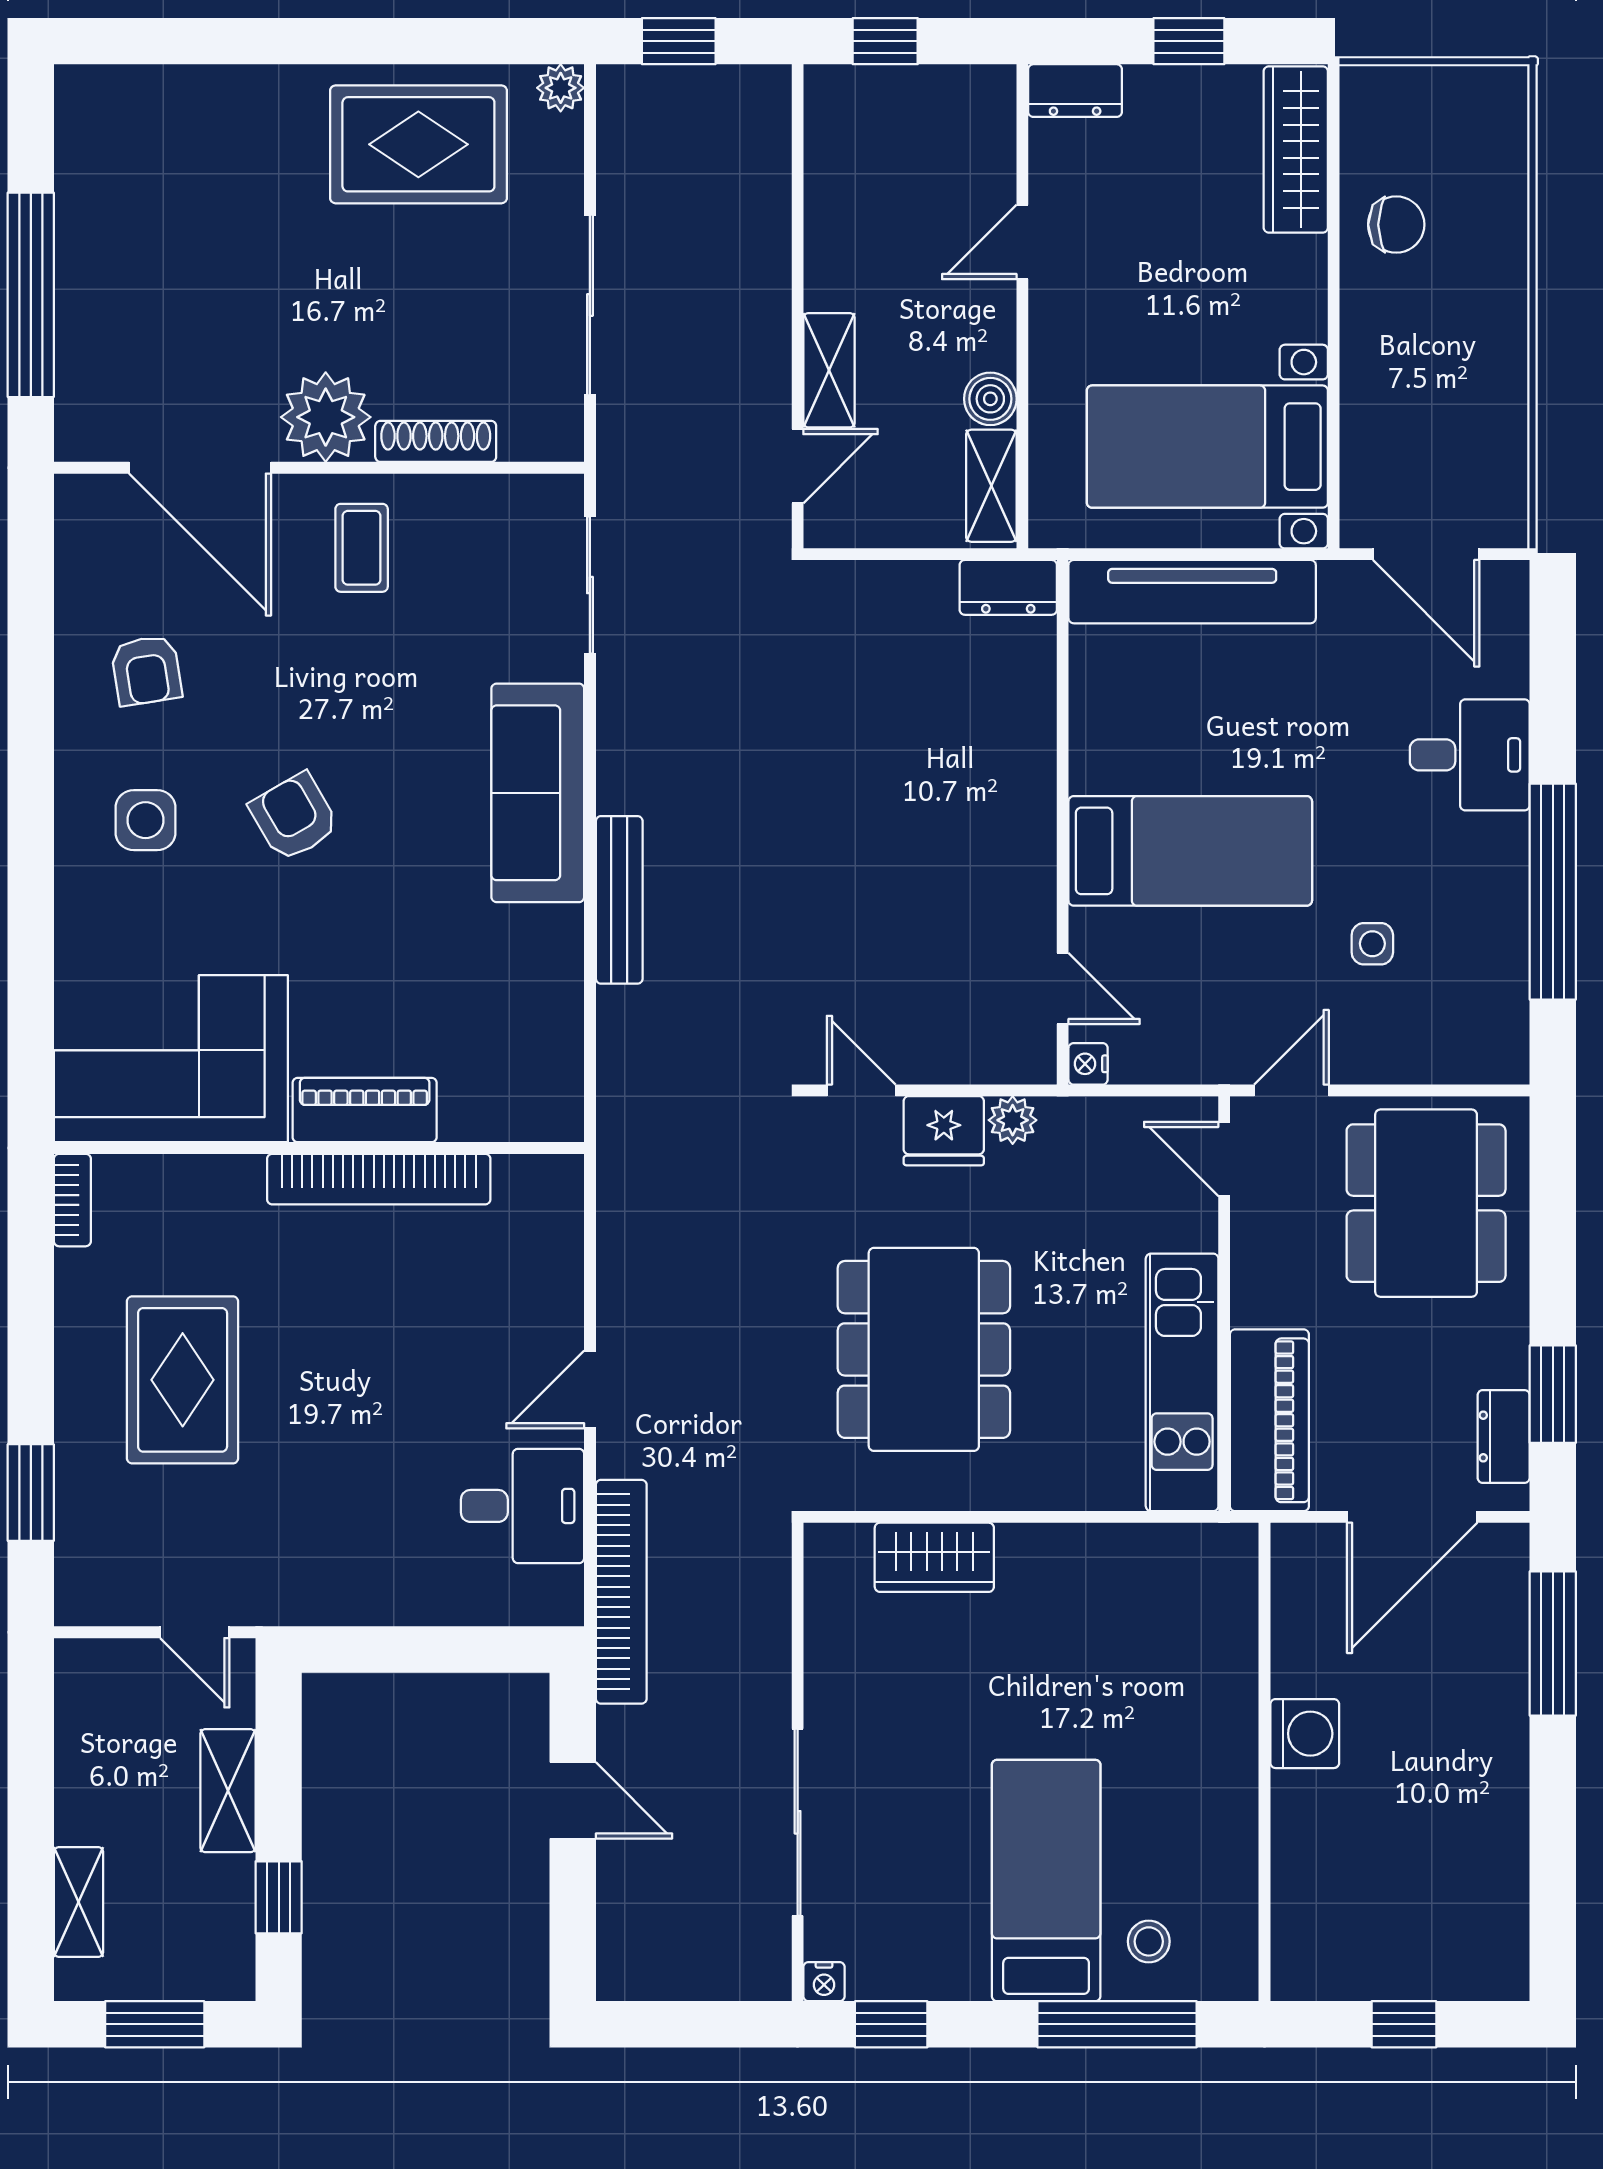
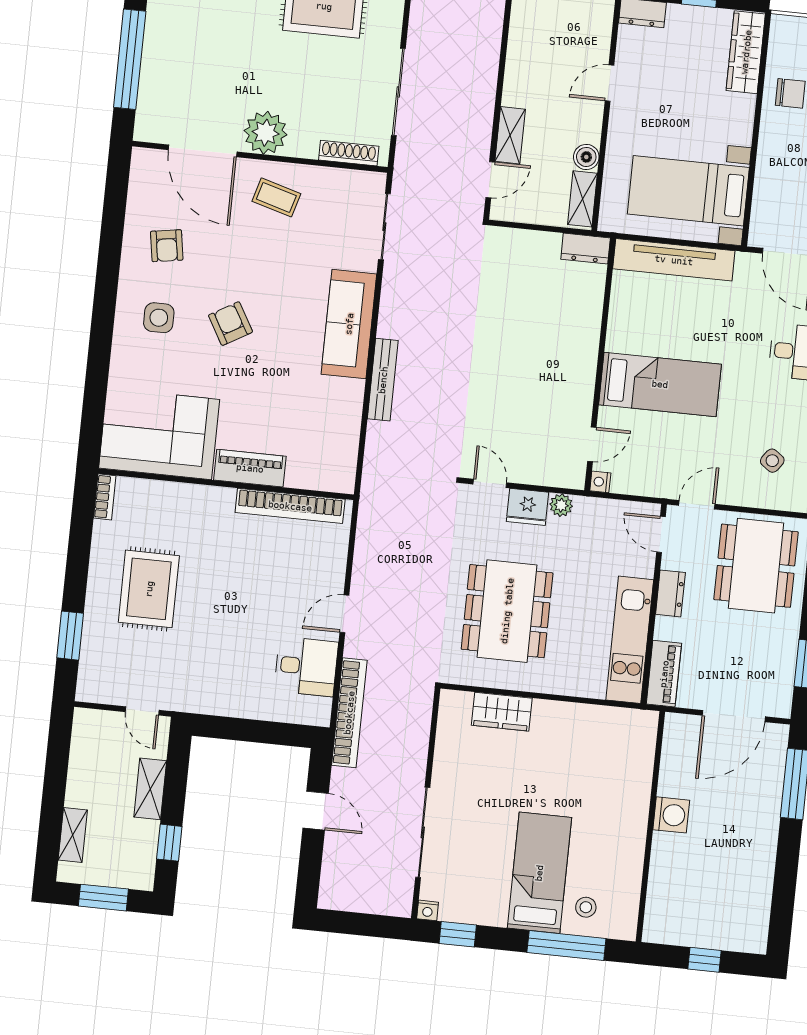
shoe rack: (436, 441) -> (349, 153), moved
coffee table: (362, 548) -> (276, 197), turned -74
side table: (1372, 944) -> (772, 461), moved, turned 36
door: (1063, 988) -> (592, 444), hinge flipped
bookcase: (379, 1179) -> (290, 506), moved
piano: (1269, 1420) -> (664, 674), width x0.73, depth x0.75
dresser: (1504, 1437) -> (670, 593), moved, turned 180

